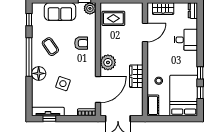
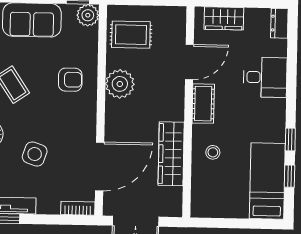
plant: (108, 62) -> (120, 84), moved
wardrobe: (136, 76) -> (171, 154), width x1.50
bed: (184, 95) -> (267, 181), width x0.67
cot: (153, 105) -> (203, 104), moved

